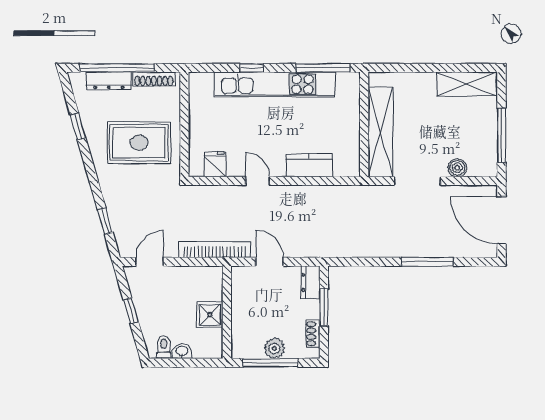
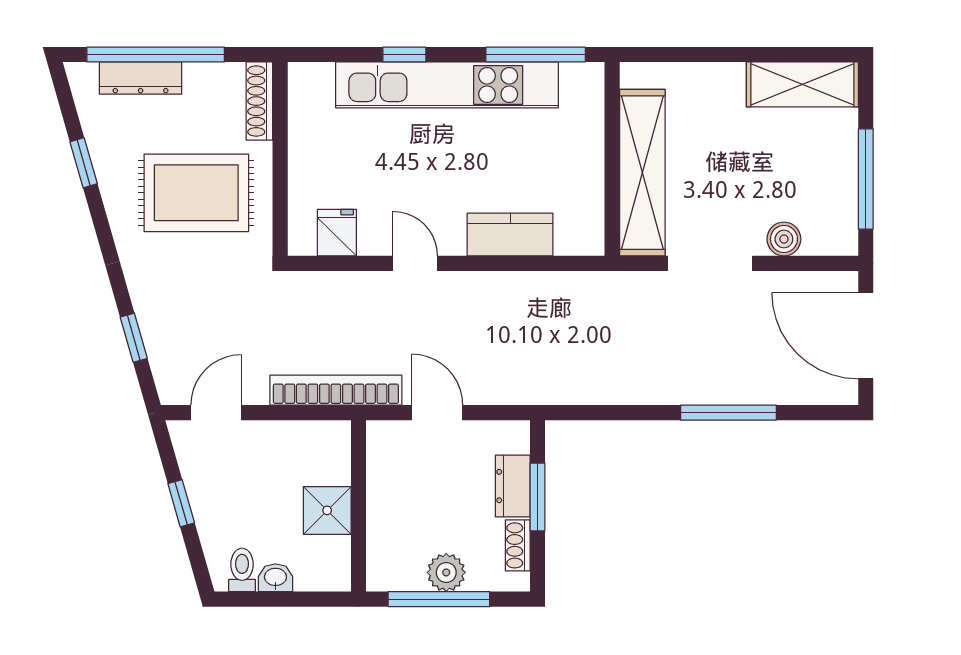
shoe rack: (154, 79) -> (259, 101), moved, turned 90
dresser: (310, 282) -> (513, 486), moved

